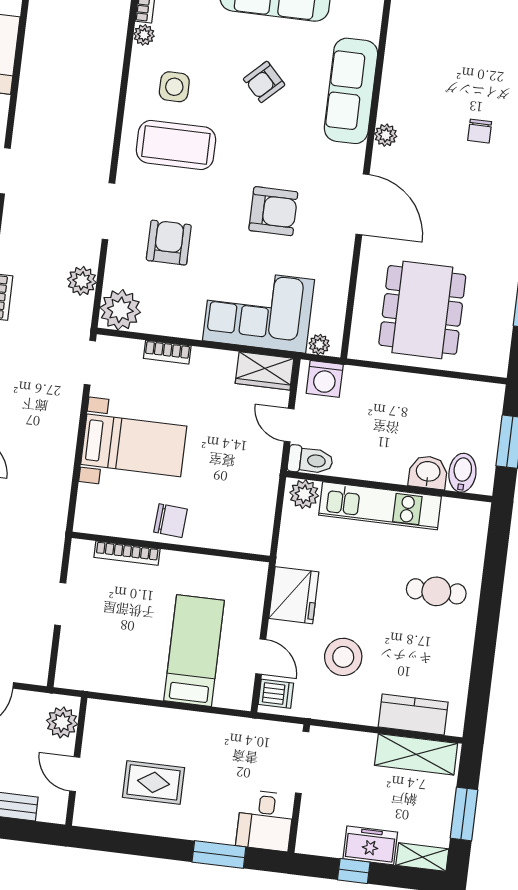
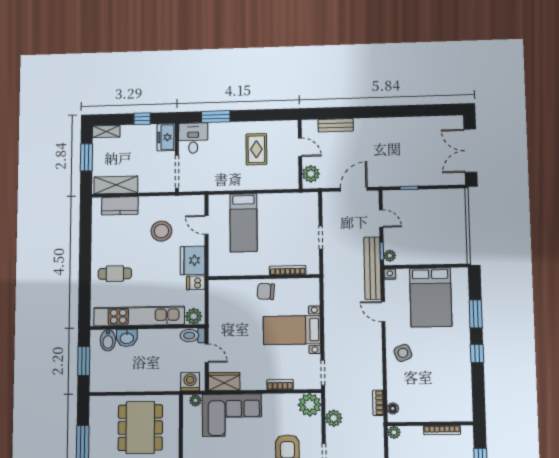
kitchen unit: (380, 506) -> (139, 316), width x1.36
dishwasher: (276, 694) -> (196, 283), moved
rug: (154, 782) -> (256, 149), turned 90
freezer: (370, 845) -> (166, 137), moved, turned 90

